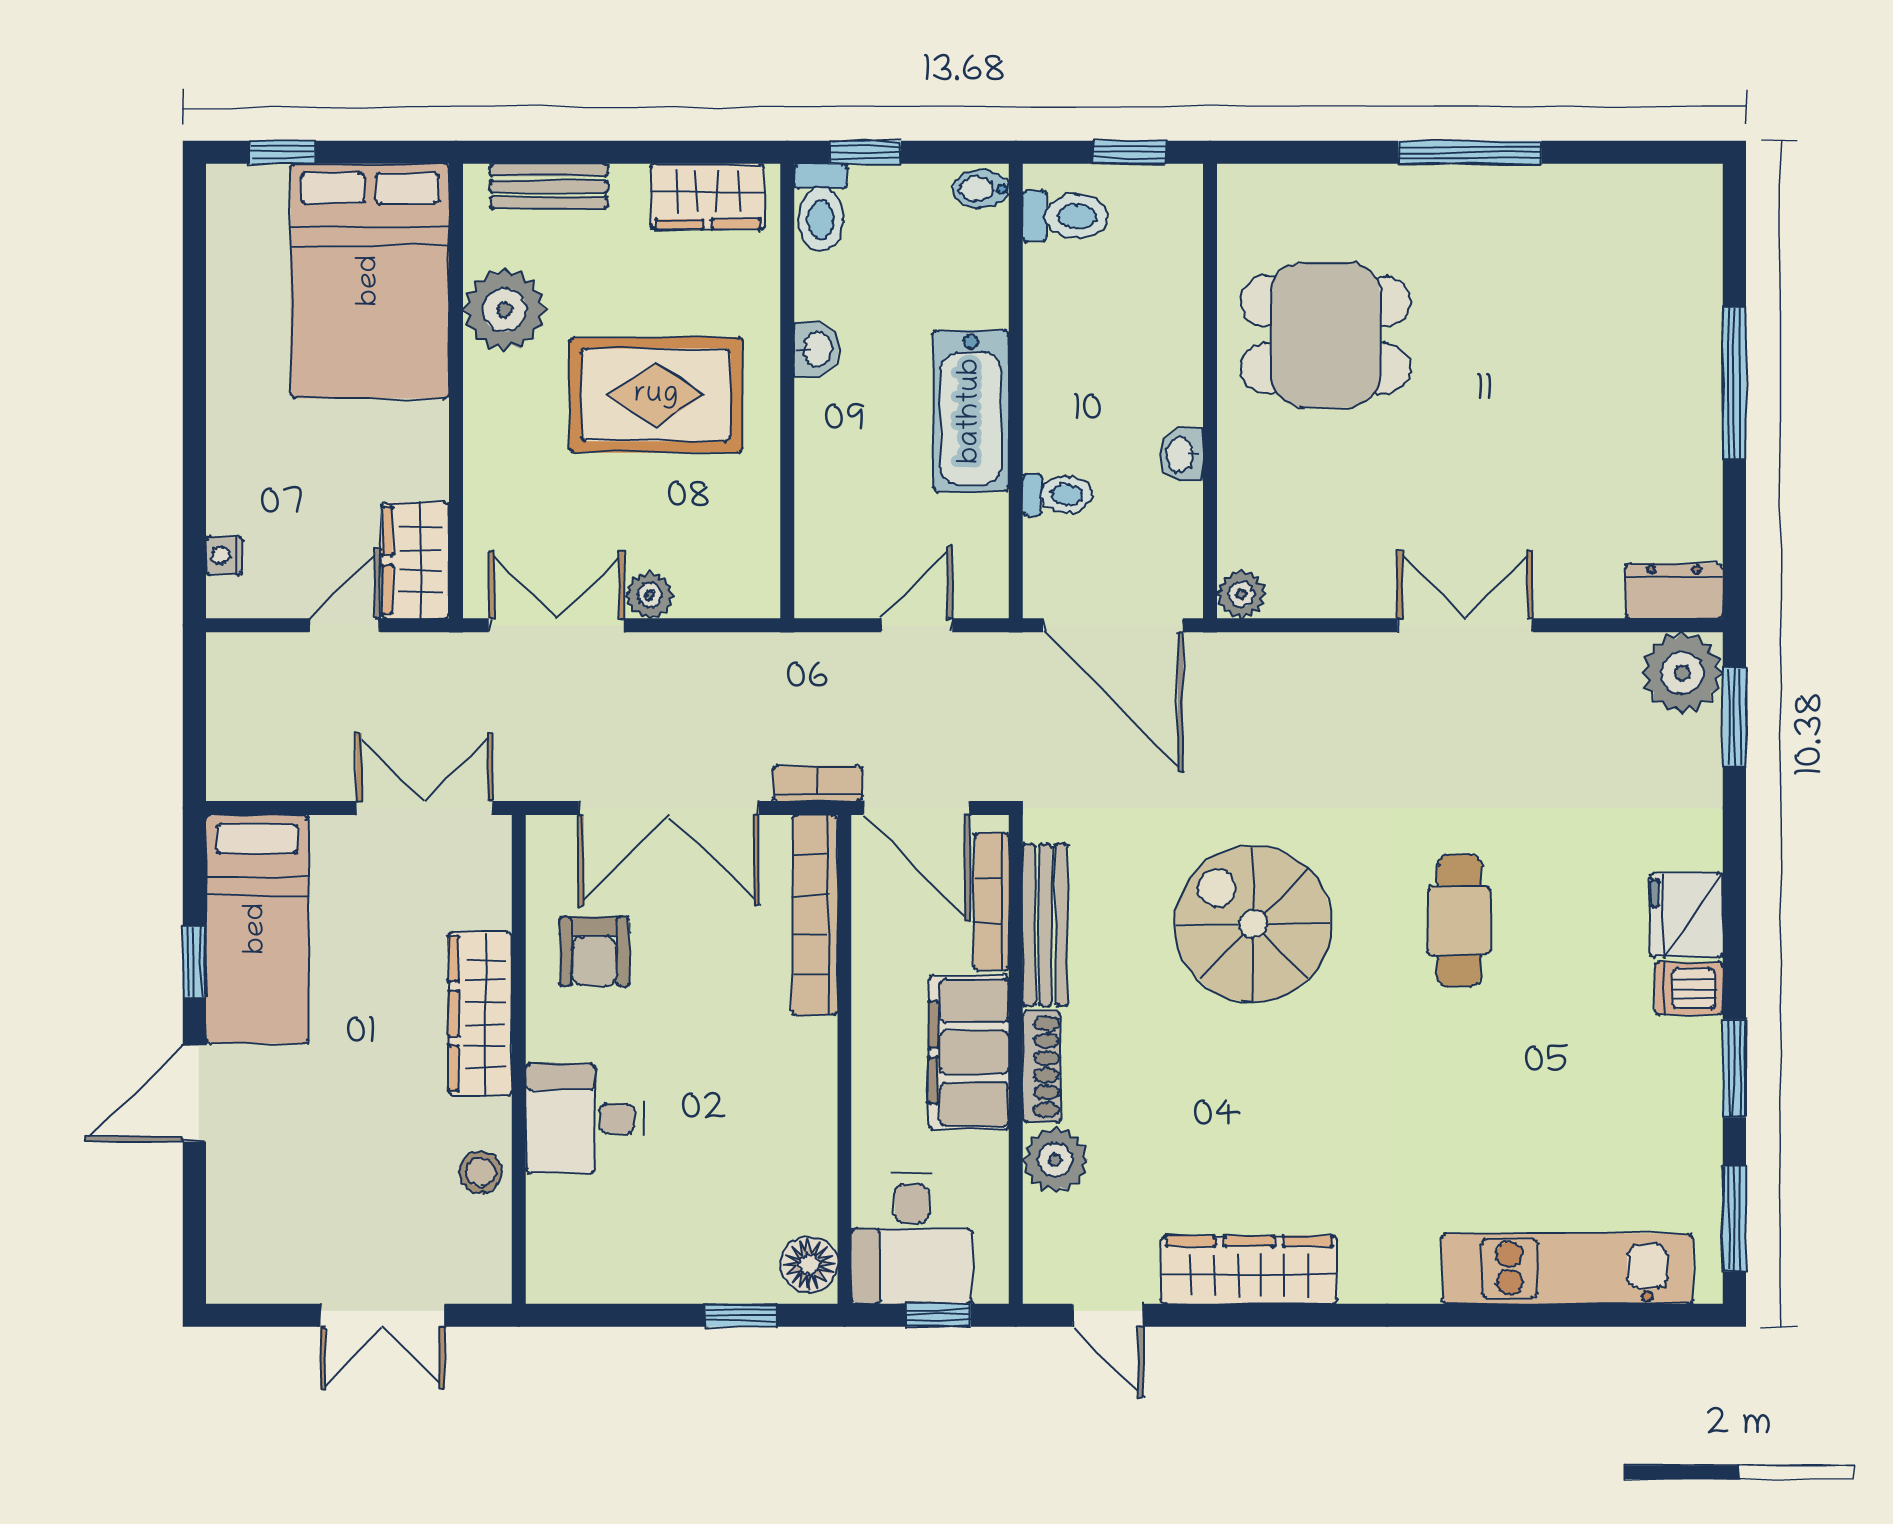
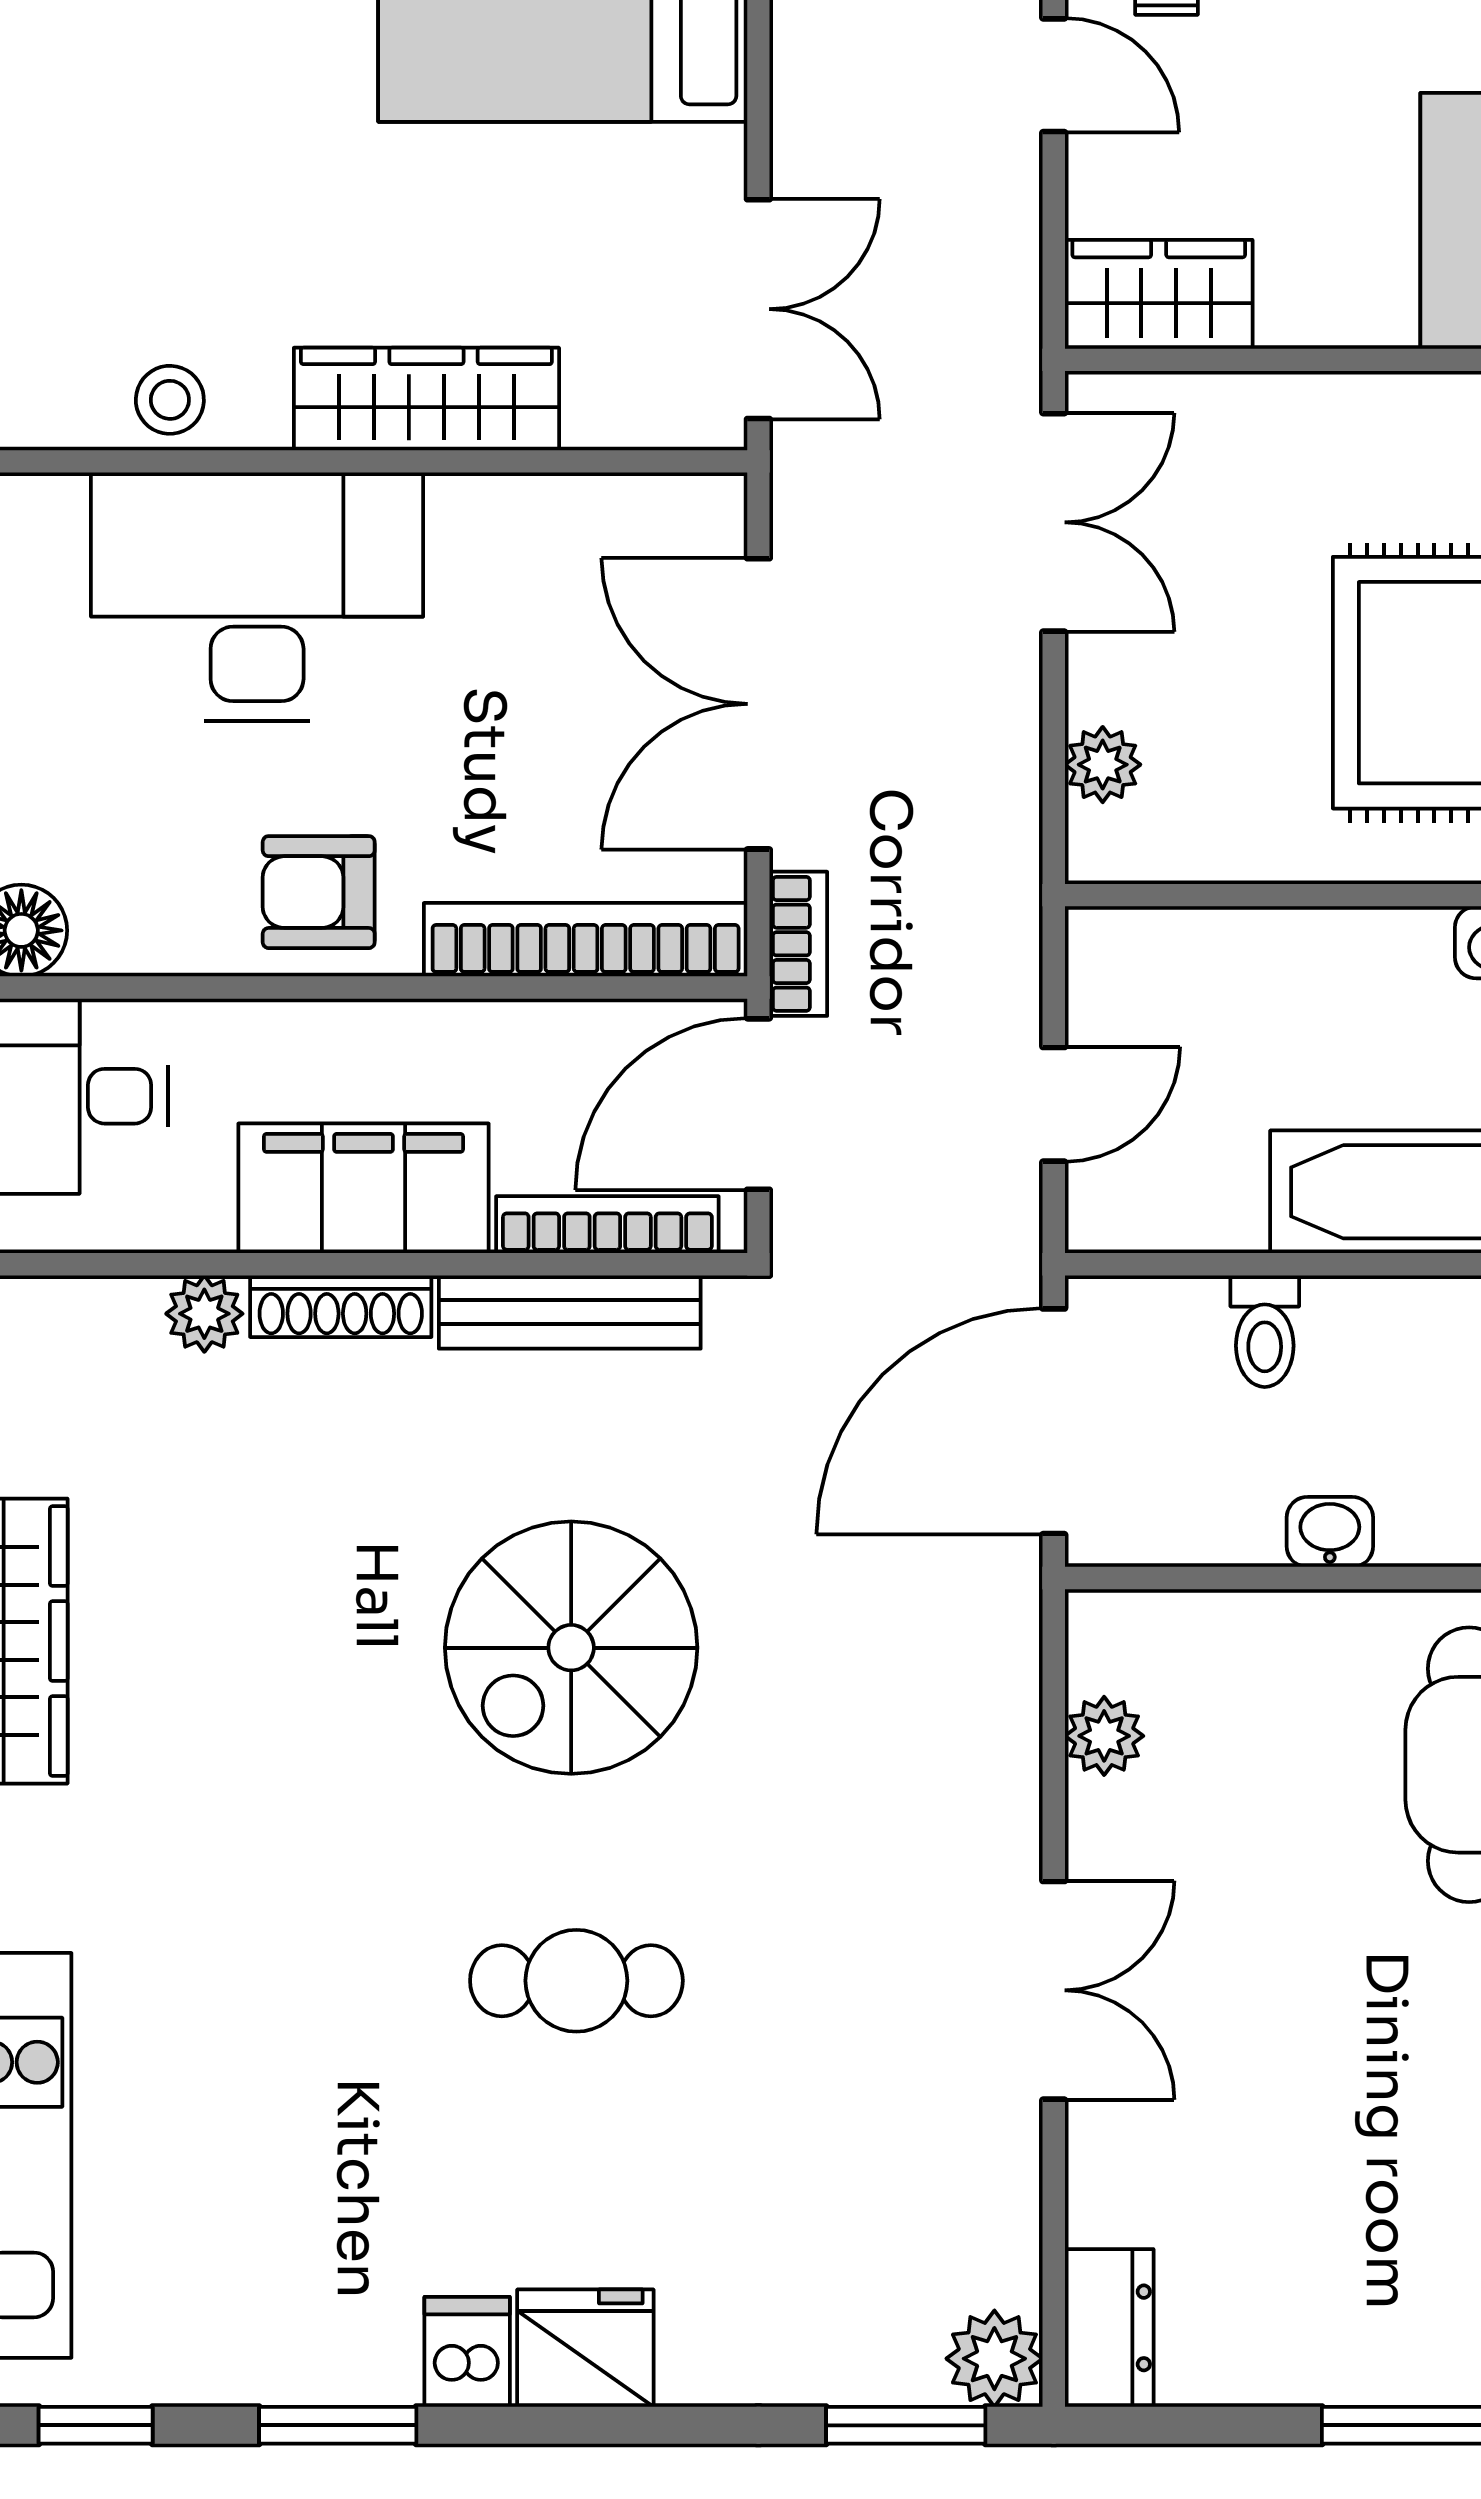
plant: (1241, 594) -> (1104, 1736), moved
plant: (650, 595) -> (1103, 765), moved
door: (344, 625) -> (1054, 75), moved
door: (917, 625) -> (1054, 1104), hinge flipped
plant: (1682, 673) -> (994, 2359), width x0.73, depth x0.73
spiral stairs: (1253, 924) -> (571, 1648), turned 180
armchair: (594, 951) -> (319, 892), moved
desk: (585, 1118) -> (257, 597), width x1.87, depth x1.30
plant: (1055, 1160) -> (204, 1314), width x0.73, depth x0.73
window: (1734, 1218) -> (96, 2425), width x0.67

